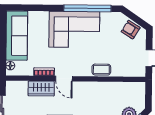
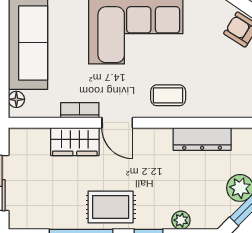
coffee table: (101, 70) -> (168, 95), moved
dresser: (109, 88) -> (202, 139), added

